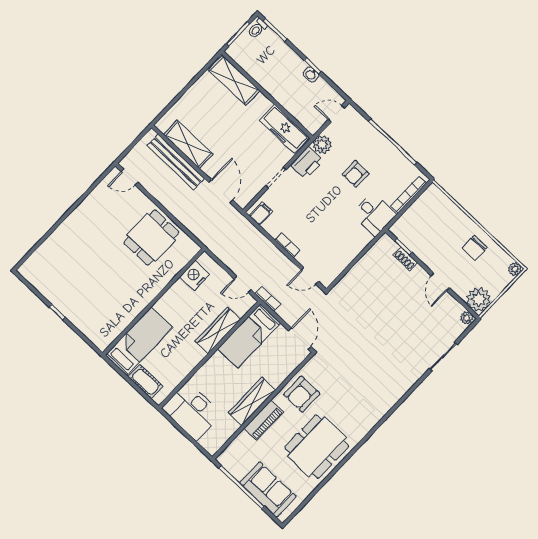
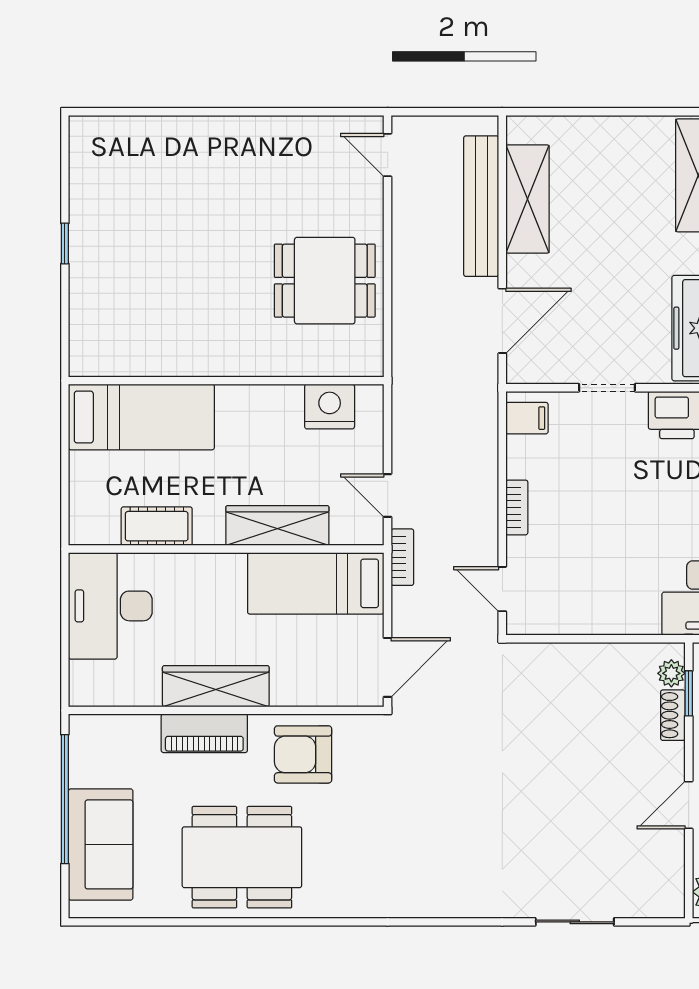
plant: (467, 318) -> (671, 673), moved
cot: (146, 382) -> (157, 526), moved, turned 90

